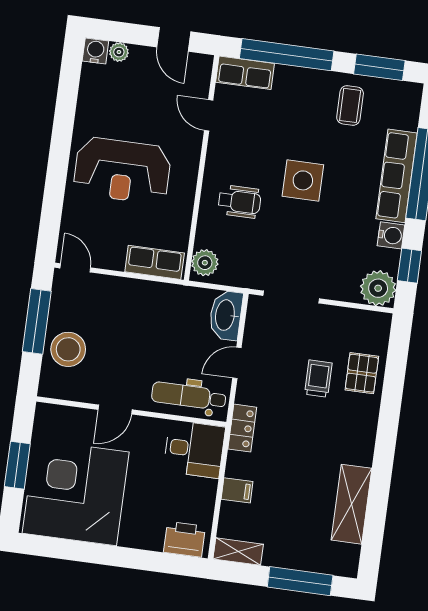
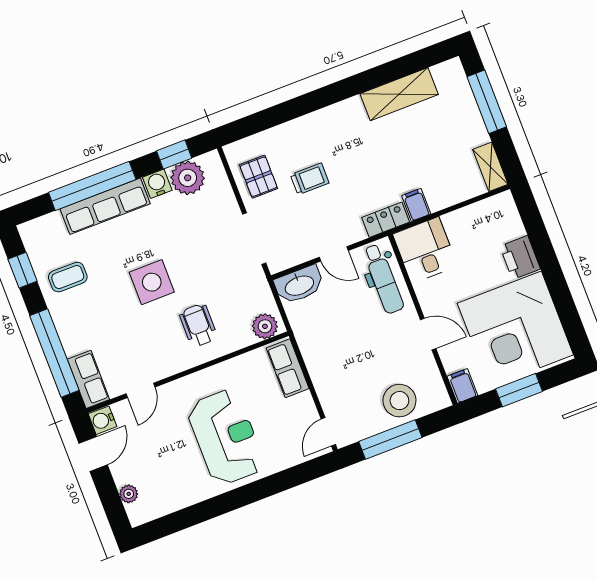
water cooler: (95, 51) -> (103, 420), moved
window: (379, 67) -> (23, 270), width x0.67
plant: (378, 288) -> (188, 178), moved
pallet: (362, 373) -> (259, 177), moved, turned 90
trolley: (318, 379) -> (310, 179), turned 180
filing cabinet: (50, 415) -> (462, 386), added
filing cabinet: (237, 490) -> (416, 205), moved
printer: (185, 539) -> (520, 257), moved

